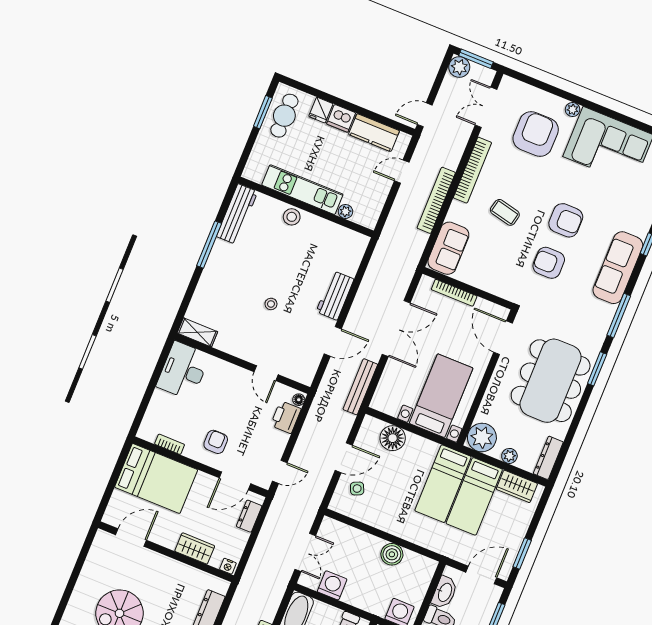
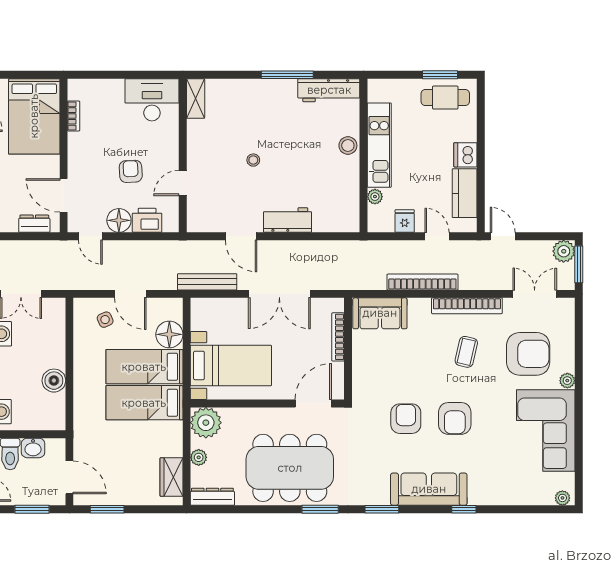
fridge: (321, 110) -> (405, 221), moved, turned 90
coffee table: (505, 212) -> (466, 352), moved
window: (619, 315) -> (382, 509), width x0.69
floor lamp: (299, 400) -> (119, 220), moved, width x1.89, depth x1.89
armchair: (216, 442) -> (131, 171), moved, turned -93
bed: (474, 496) -> (144, 367), moved
washbasin: (445, 592) -> (33, 448), width x0.72

